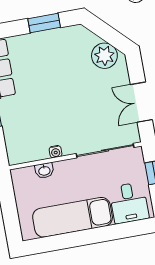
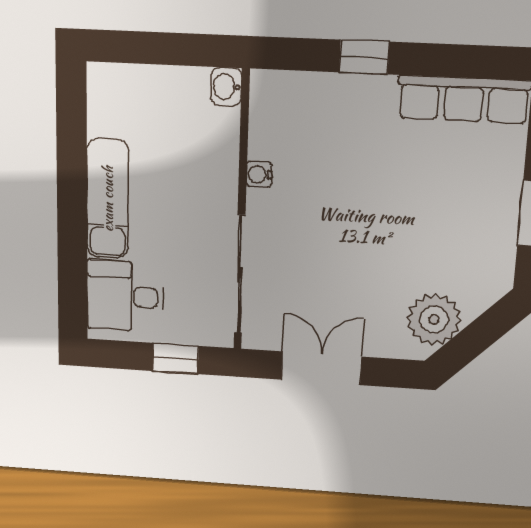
washbasin: (44, 171) -> (226, 87), moved
exam couch: (73, 217) -> (108, 199), width x0.73, depth x0.69

